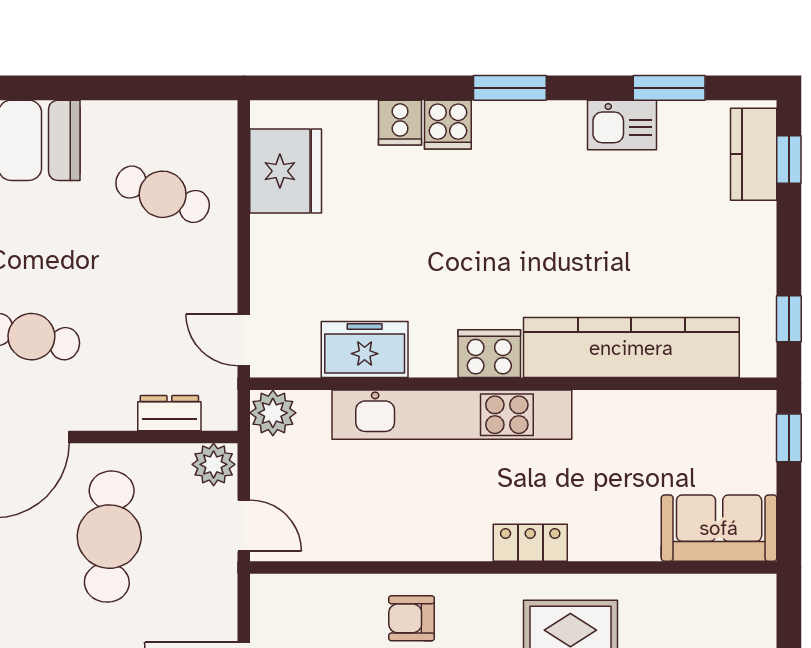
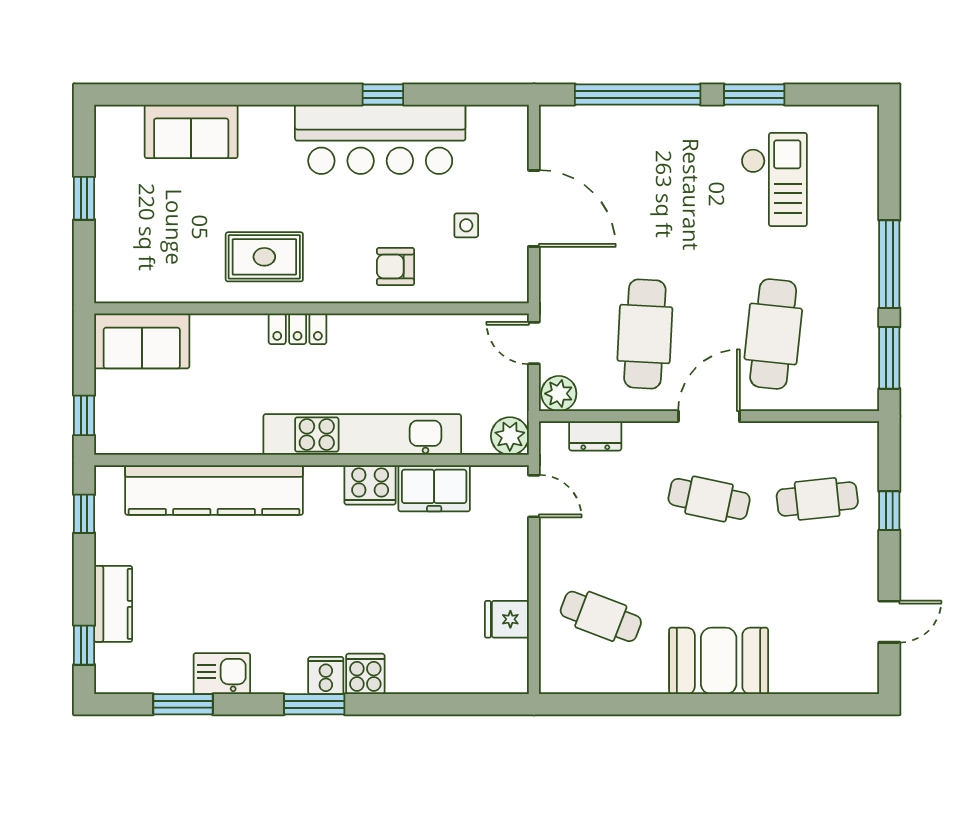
cooker: (400, 123) -> (326, 675), moved
kitchen counter: (754, 154) -> (113, 604), moved
fridge: (286, 171) -> (507, 619), width x0.53, depth x0.75
cooker: (489, 354) -> (370, 485), moved
armchair: (412, 618) -> (395, 267), turned 180

